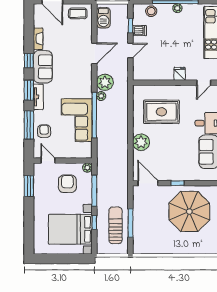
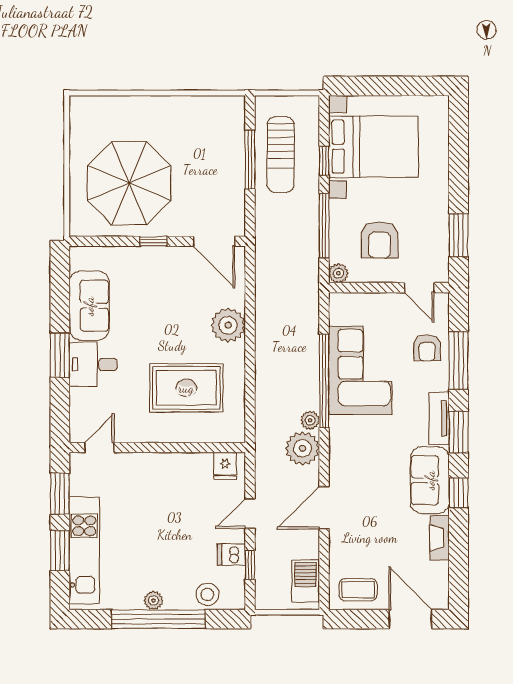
fridge: (180, 74) -> (225, 466), moved

